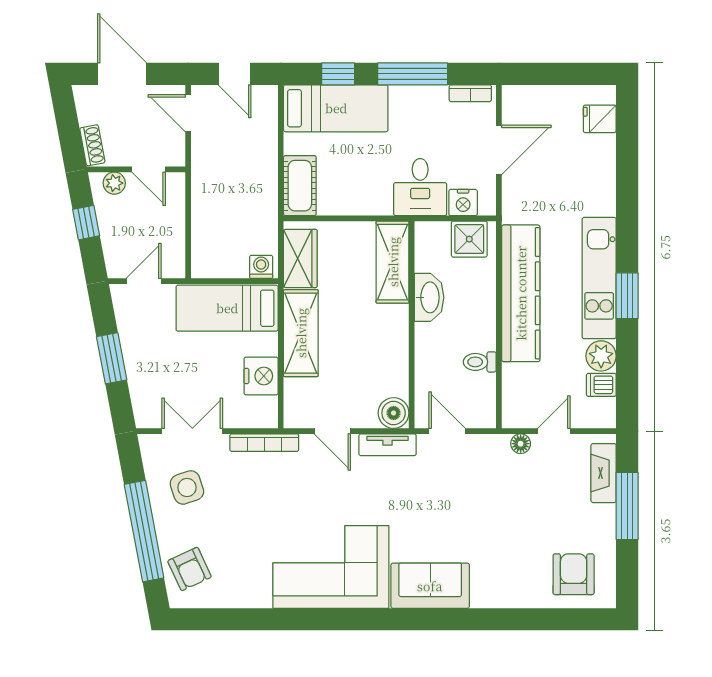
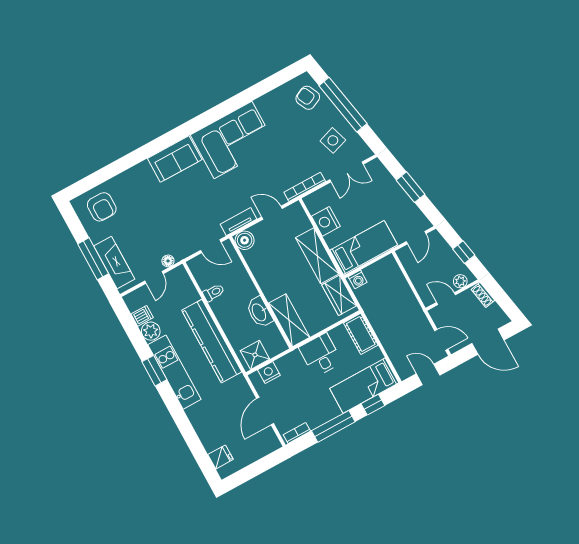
desk: (420, 187) -> (320, 355), moved
fireplace: (604, 473) -> (114, 263), width x1.37, depth x1.32

